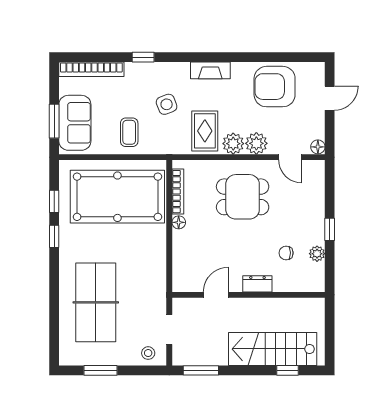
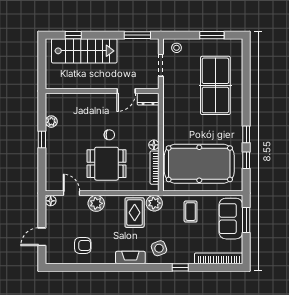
armchair: (275, 87) -> (83, 245), width x0.53, depth x0.53
side table: (167, 104) -> (159, 248), moved
plant: (233, 144) -> (154, 203), moved
chair: (286, 253) -> (109, 135), moved
dresser: (257, 284) -> (148, 99), moved

